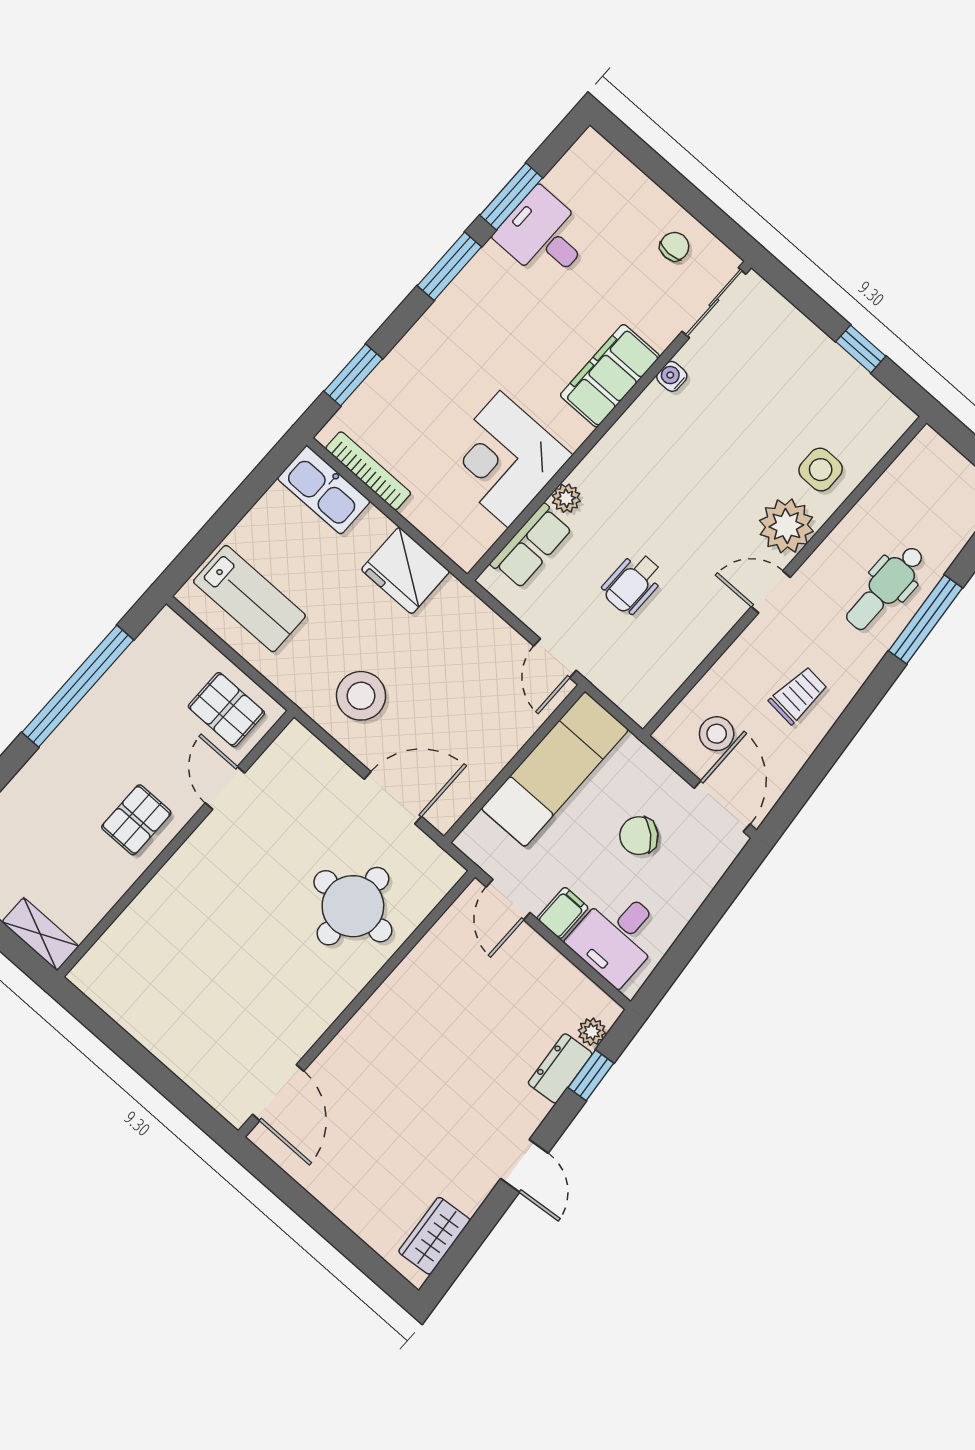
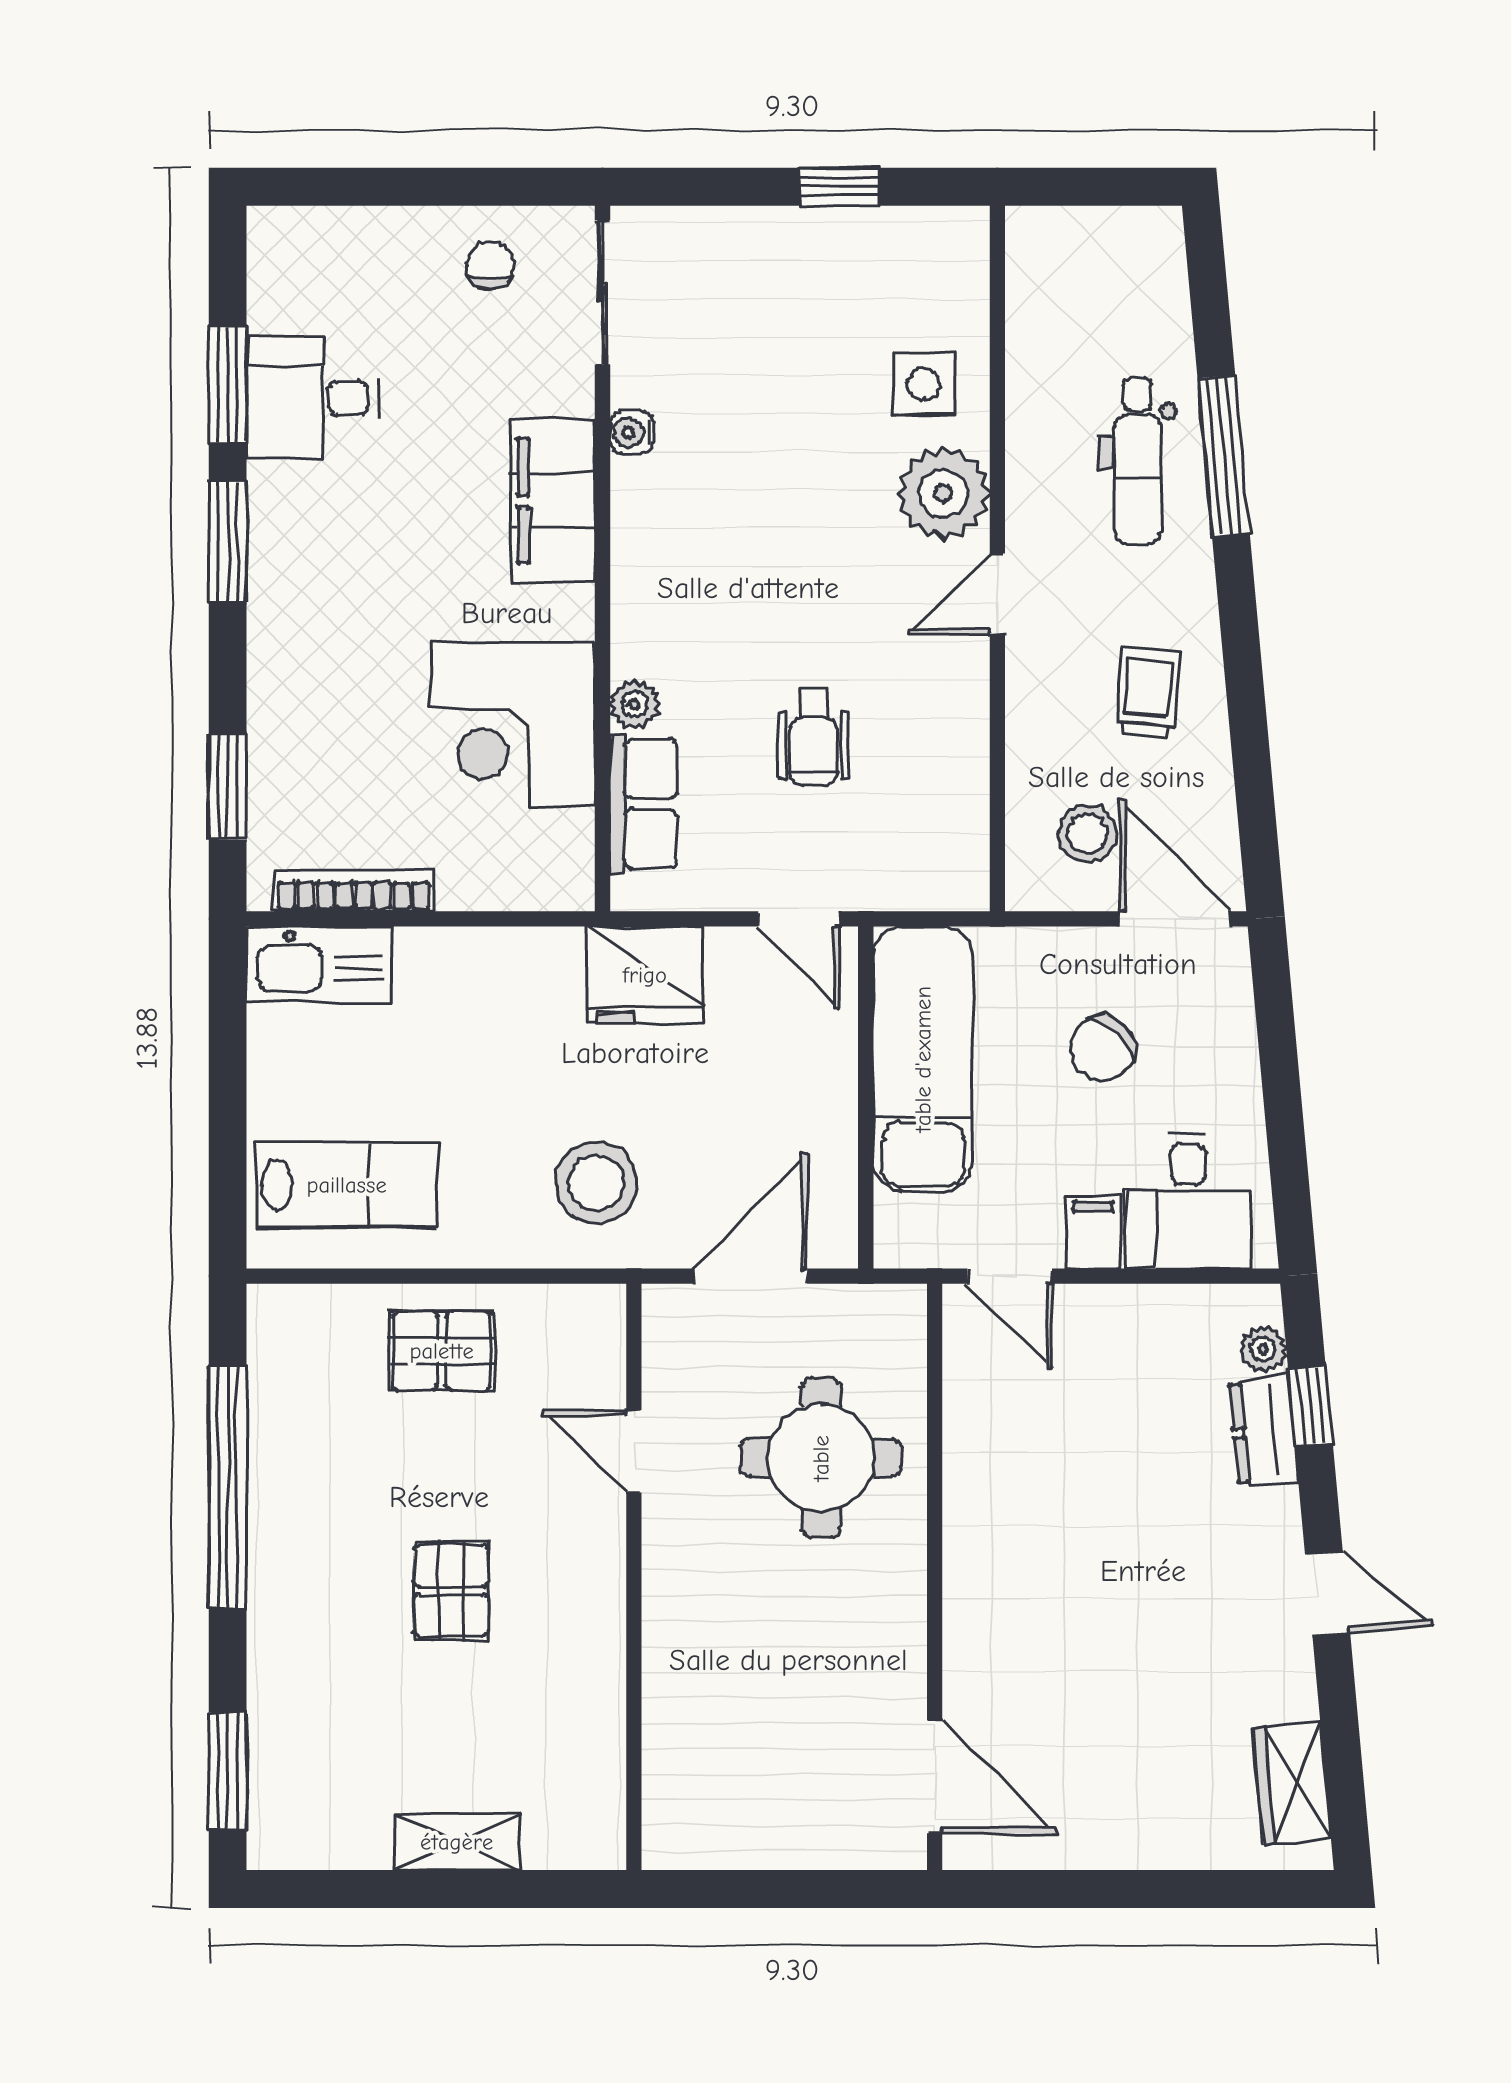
fridge: (405, 571) -> (645, 975), moved
door: (225, 788) -> (634, 1451), moved
wall: (176, 844) -> (634, 1577), moved

